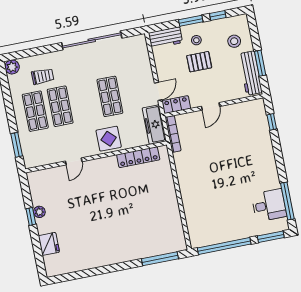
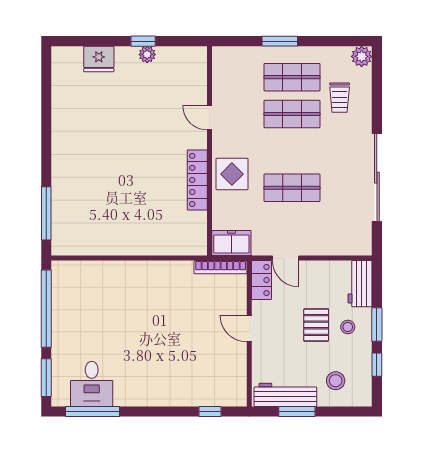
freezer: (154, 125) -> (231, 243), width x0.71
window: (17, 145) -> (280, 41), moved
locker: (138, 157) -> (197, 180), moved

